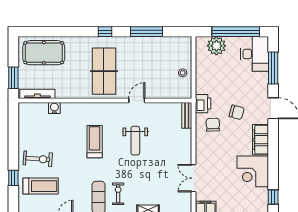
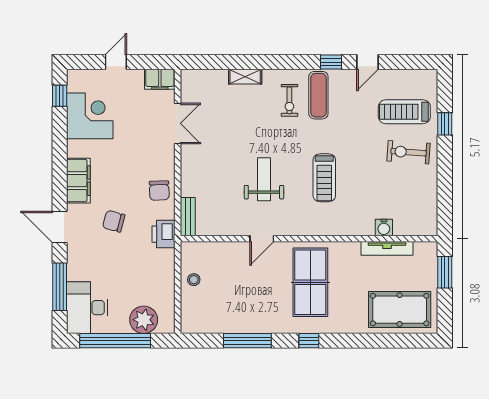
tv unit: (37, 94) -> (387, 248), moved
chair: (213, 125) -> (159, 190), moved
corner desk: (253, 171) -> (90, 116), moved

